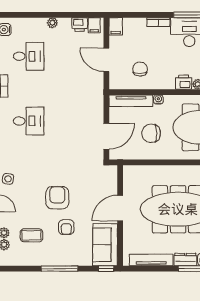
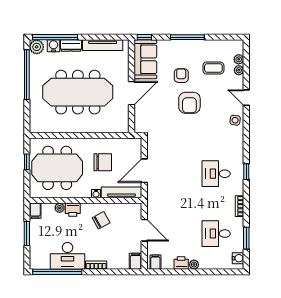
printer: (80, 25) -> (181, 263), moved
chair: (140, 69) -> (101, 220), moved, turned -119
door: (106, 136) -> (144, 171), moved

